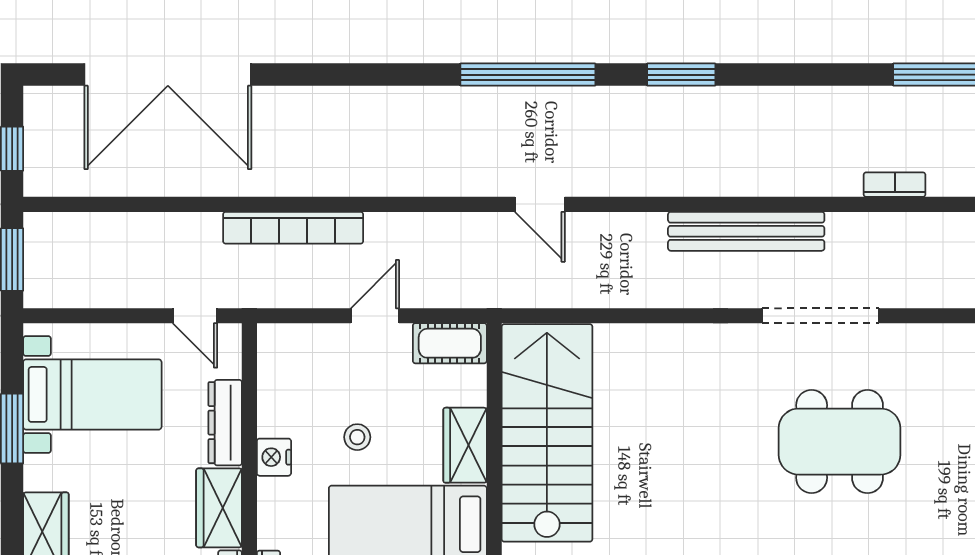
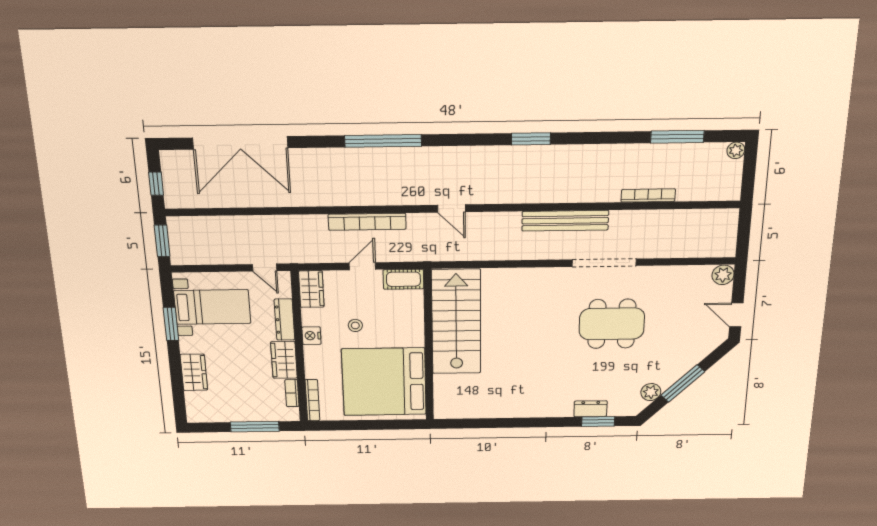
window: (528, 75) -> (383, 141), moved
bookcase: (895, 185) -> (648, 195), width x1.56
bookcase: (293, 228) -> (367, 222), moved
wardrobe: (465, 445) -> (311, 289), moved, turned 180

